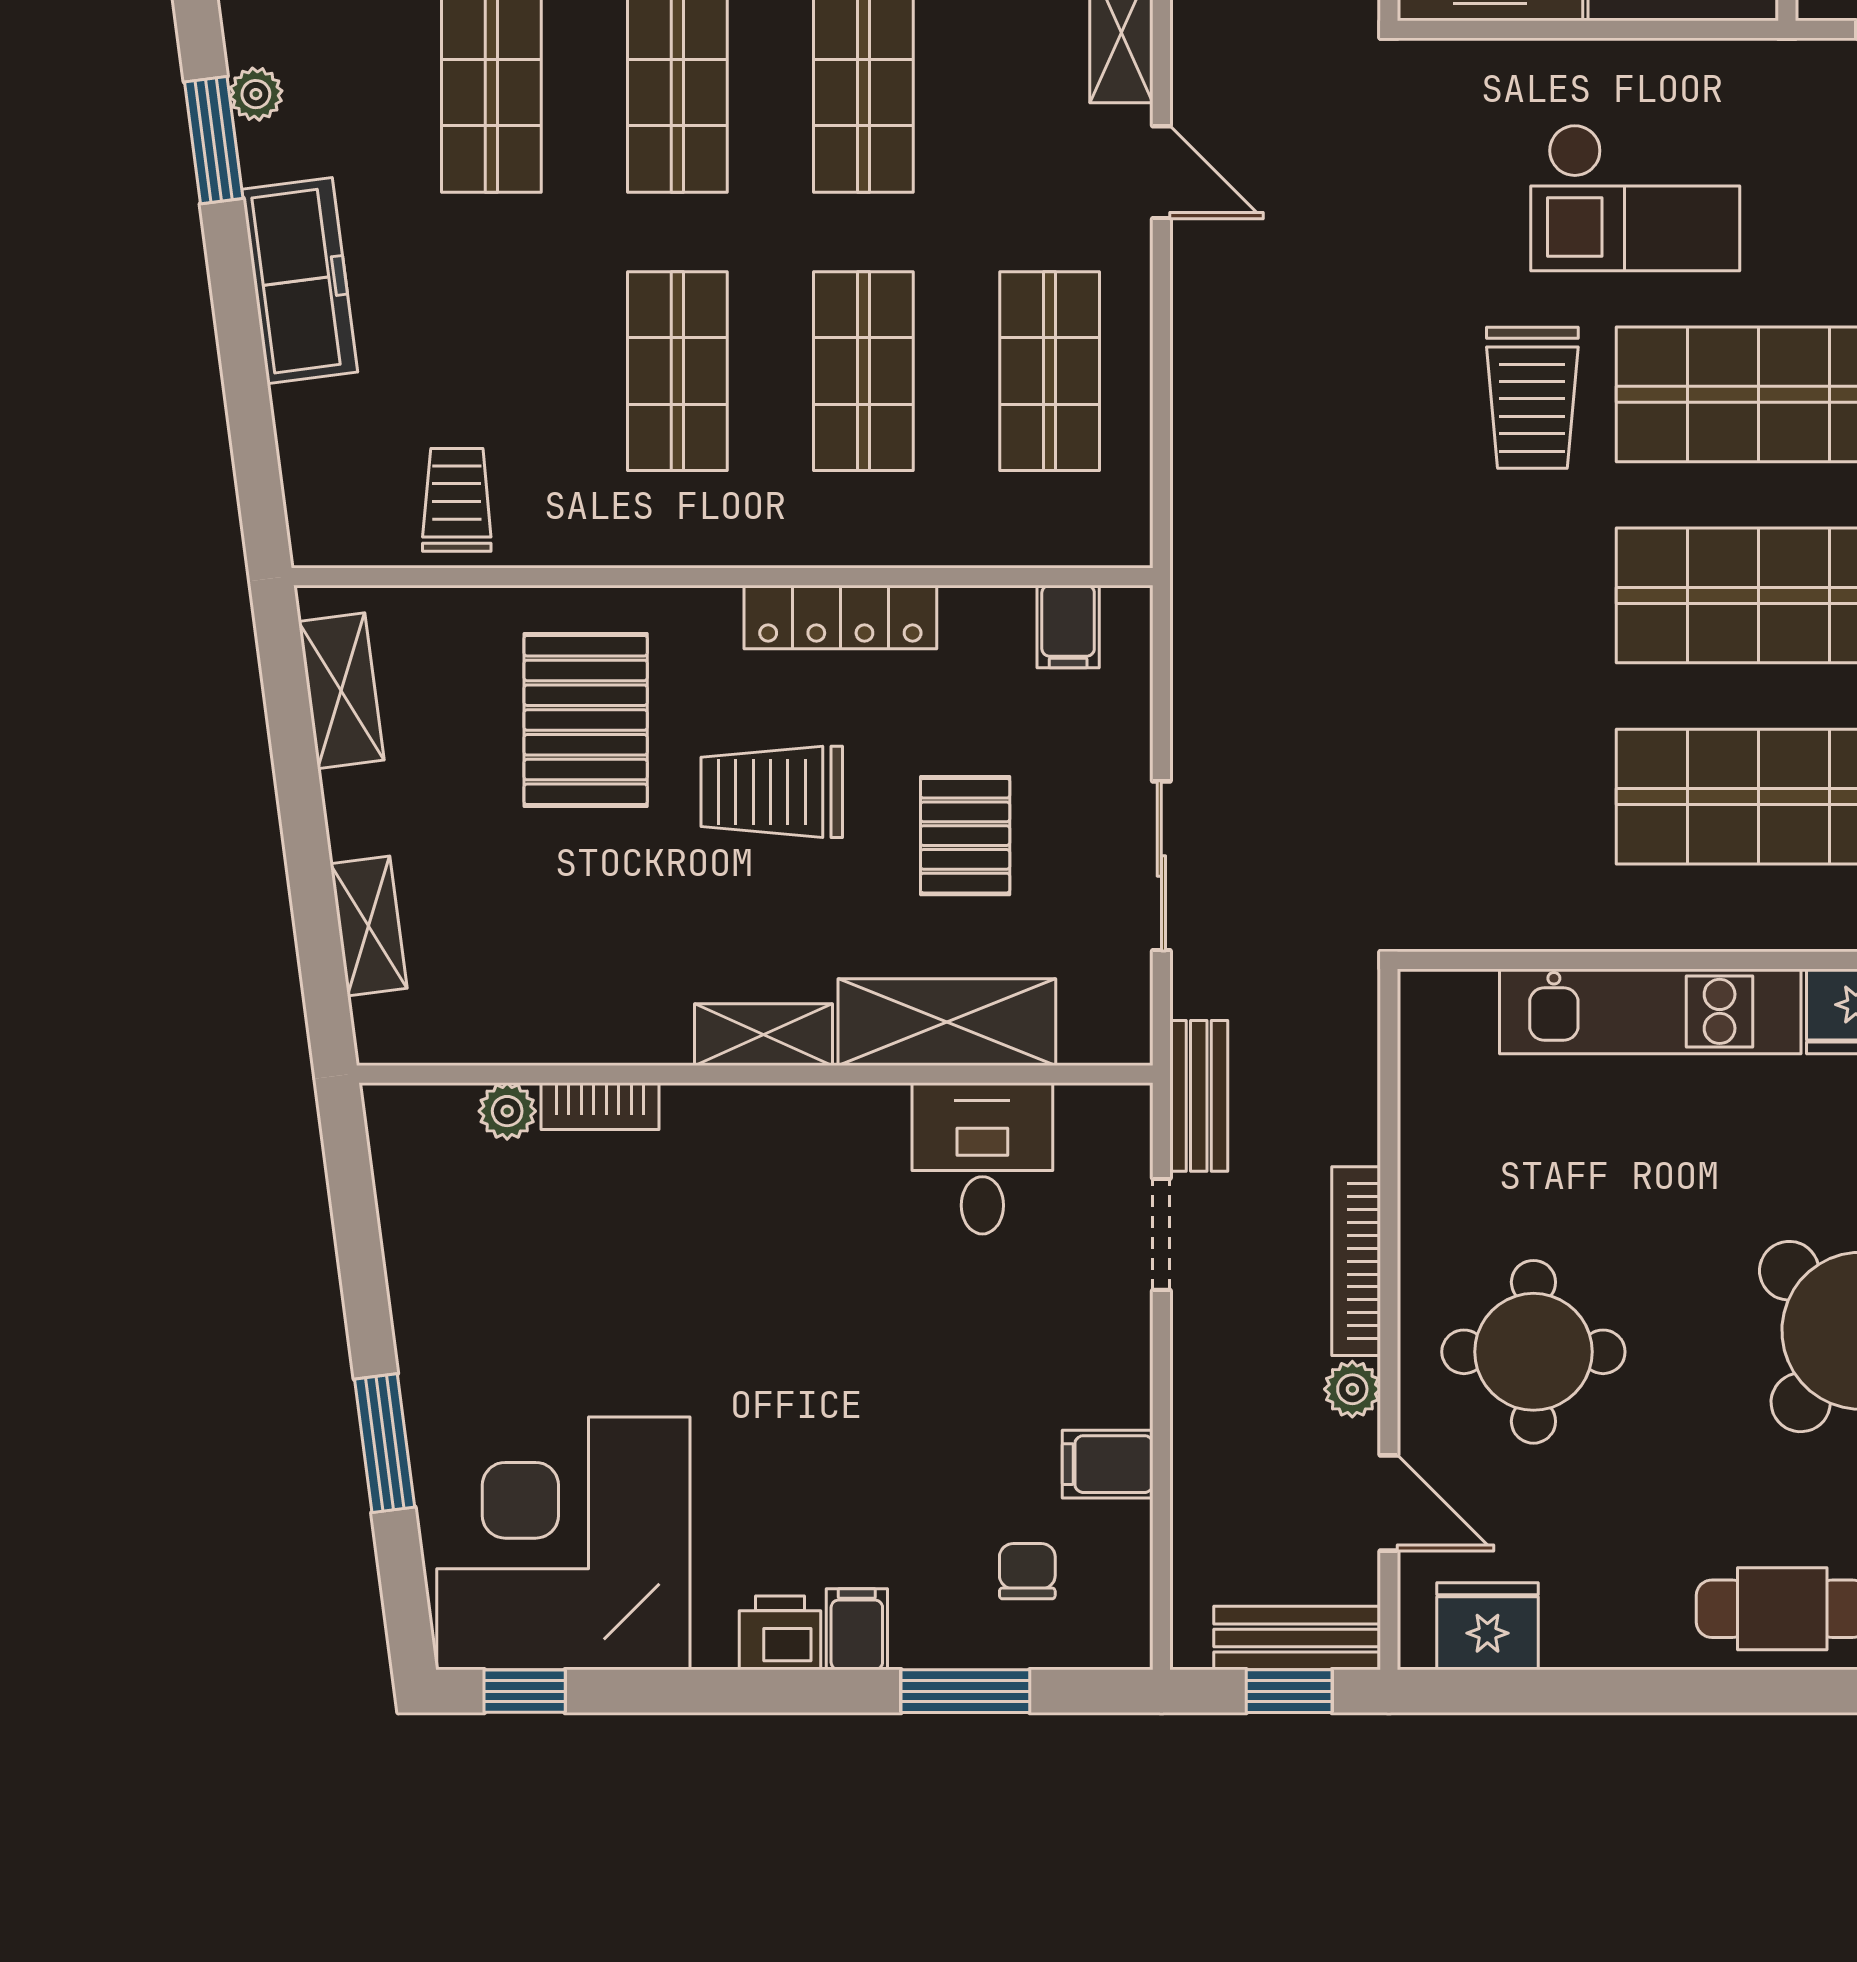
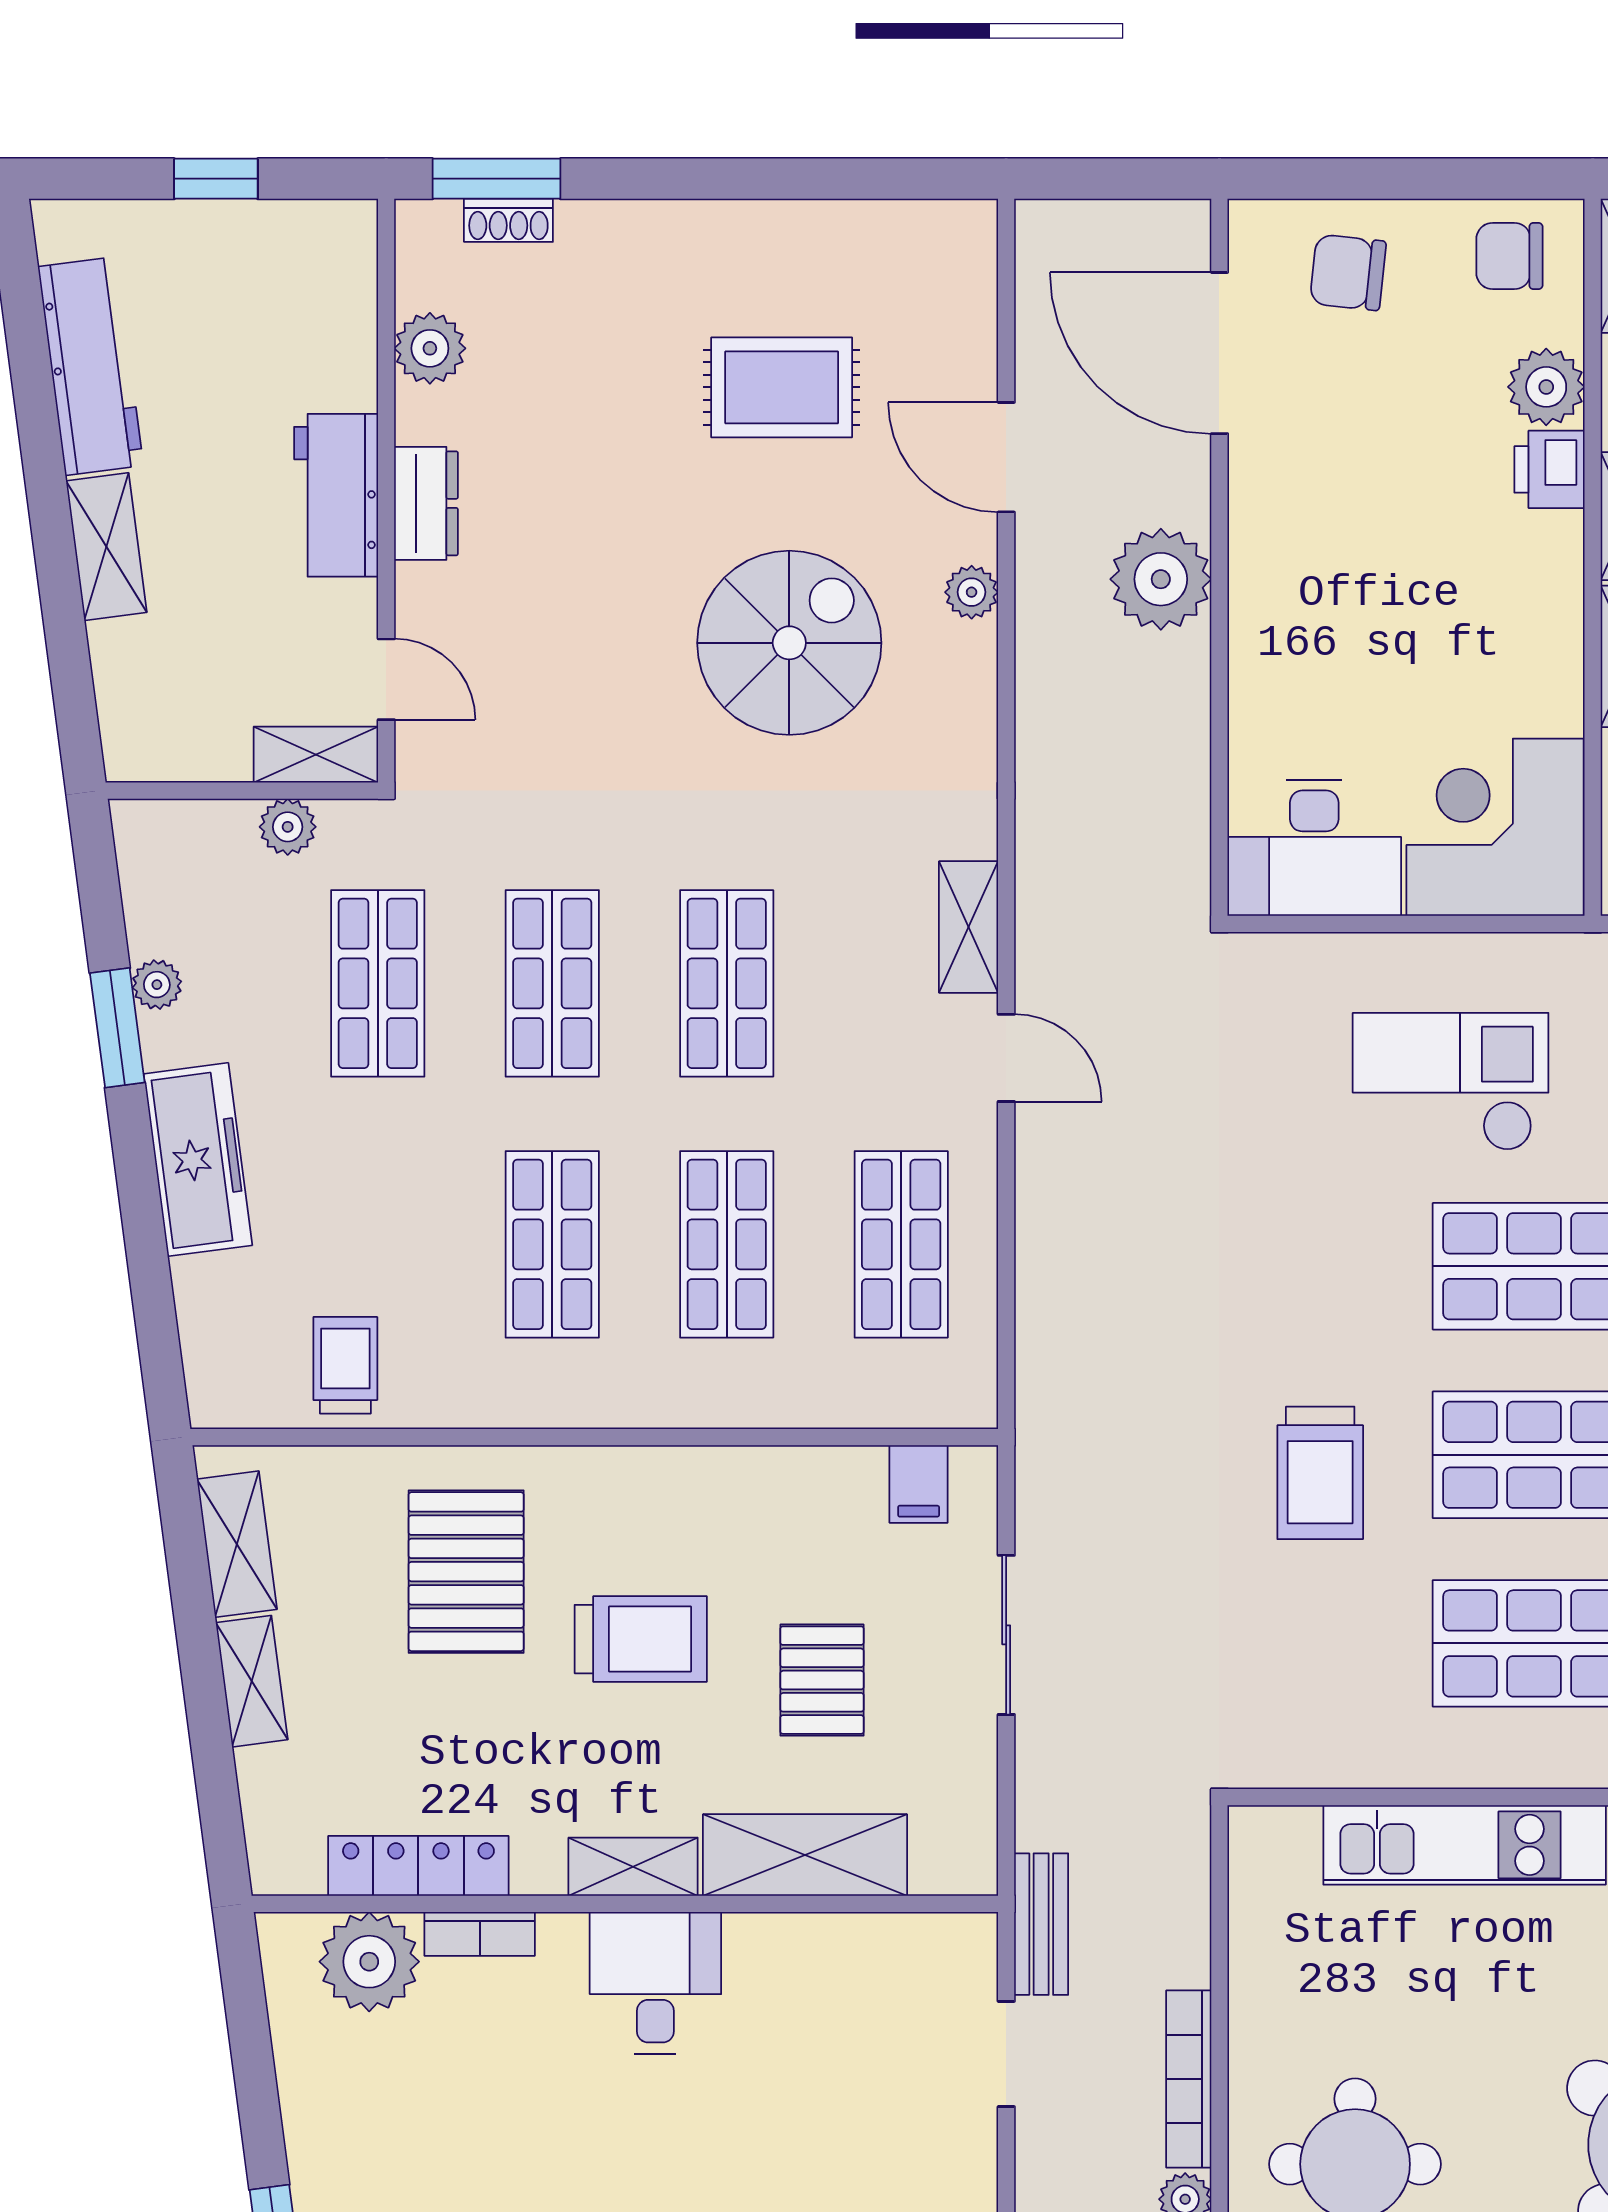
checkout: (1635, 198) -> (1451, 1082), turned 180
trolley: (1532, 398) -> (1320, 1473), moved
locker: (840, 617) -> (418, 1866), moved, turned 180
trolley: (772, 792) -> (641, 1639), turned 180
sliding door: (1161, 866) -> (1006, 1635), moved
shelving: (369, 926) -> (252, 1681), moved
plant: (507, 1111) -> (369, 1962), width x1.87, depth x1.87
desk: (982, 1158) -> (655, 1983), moved

